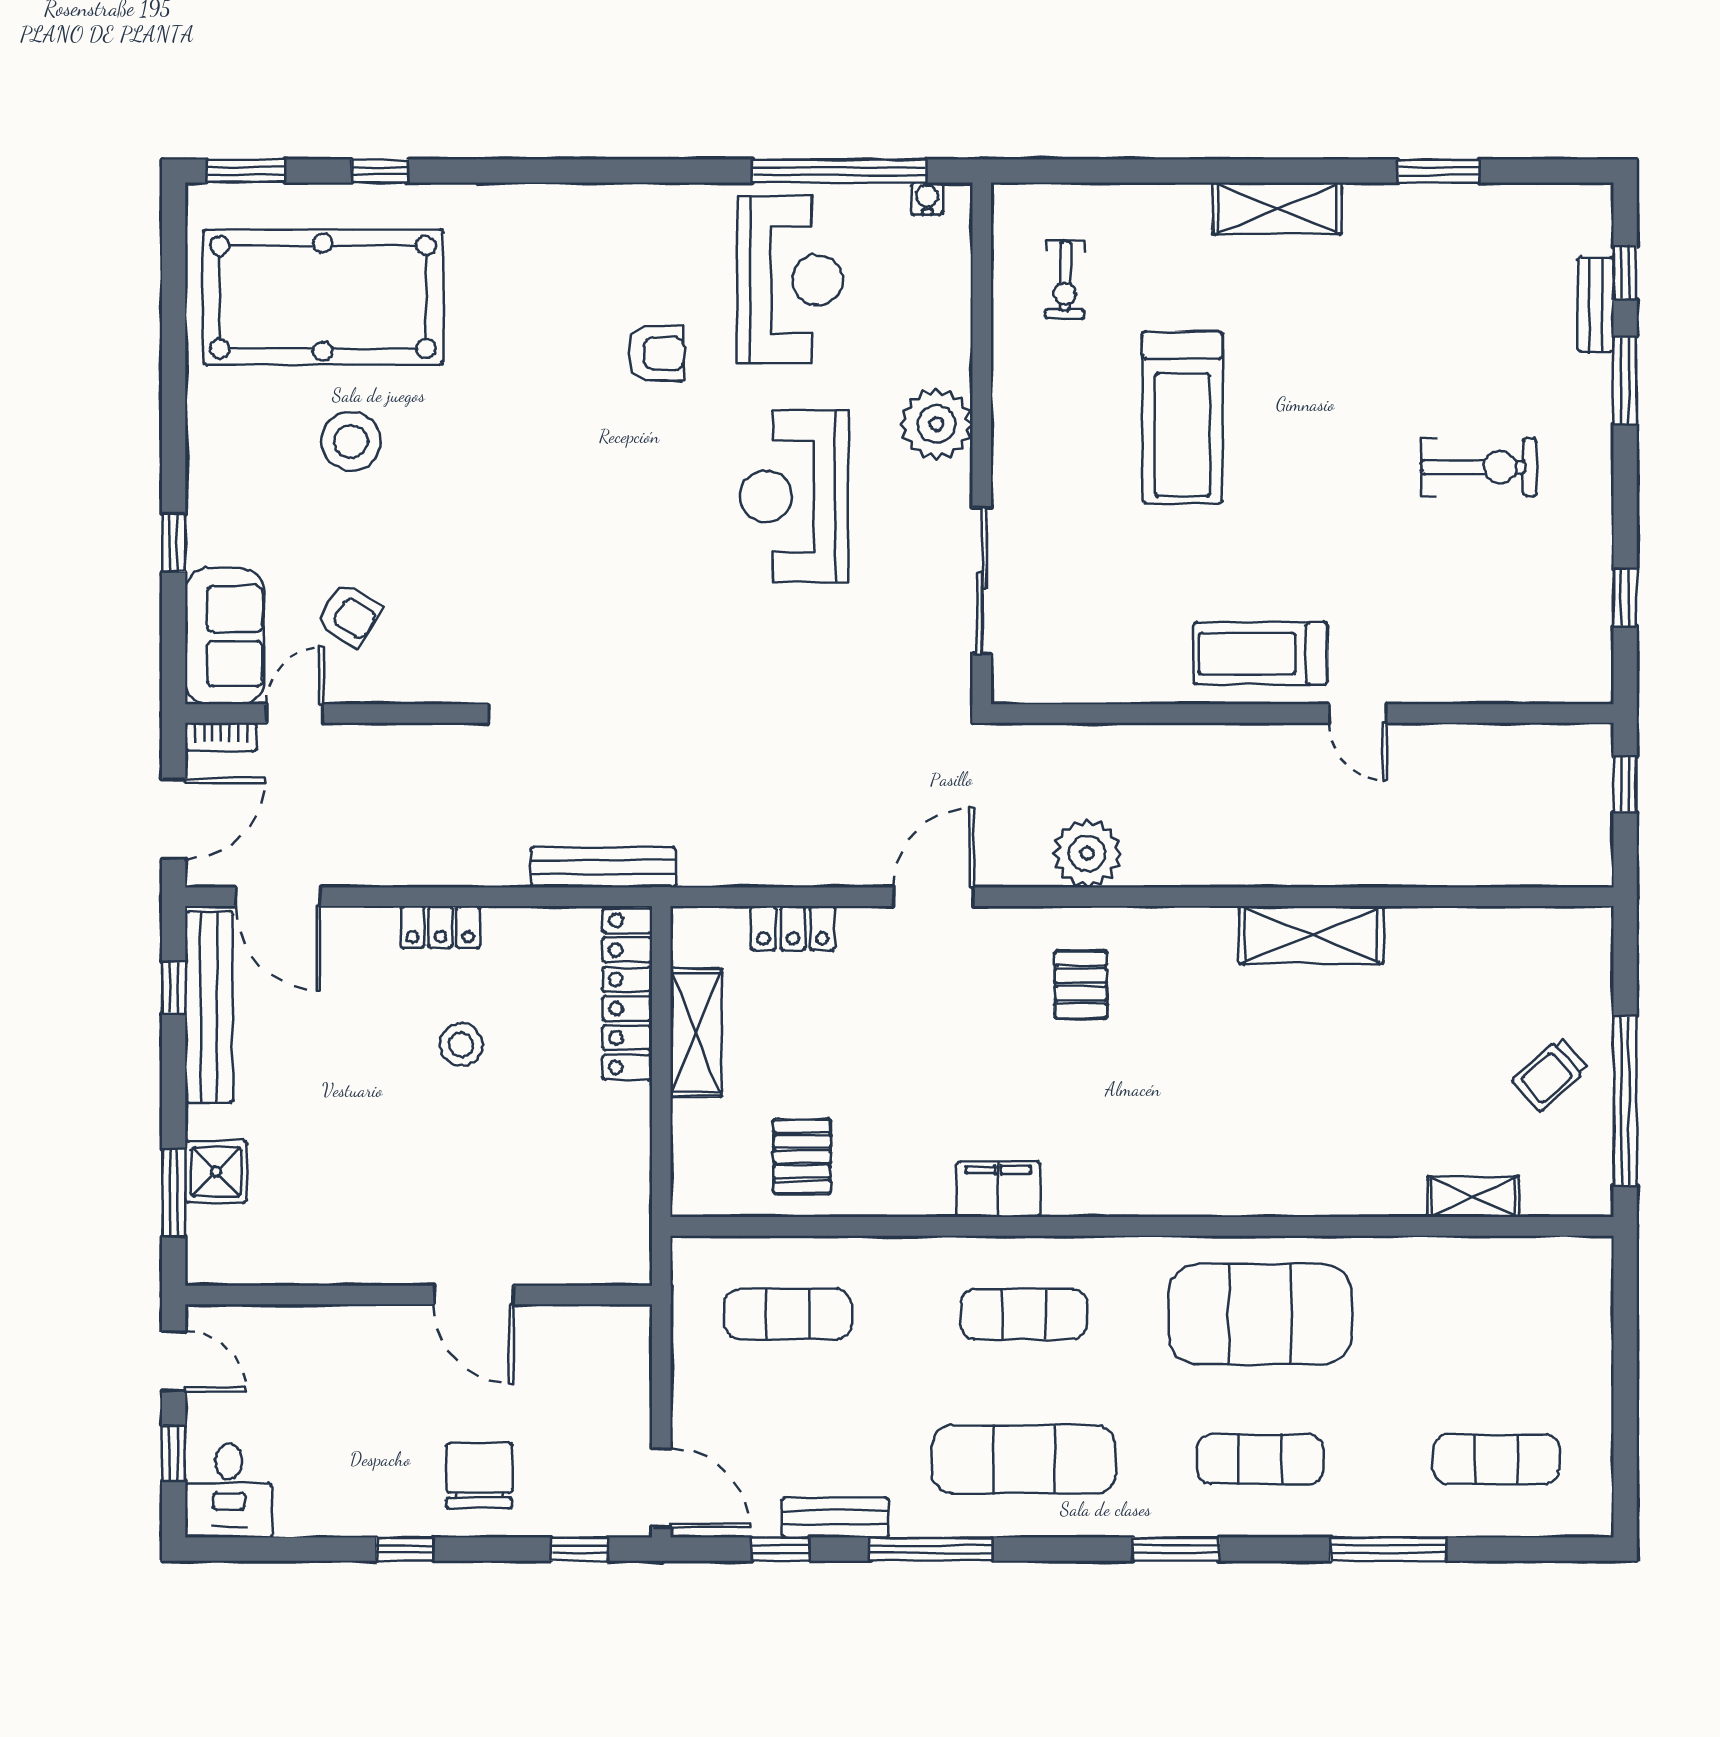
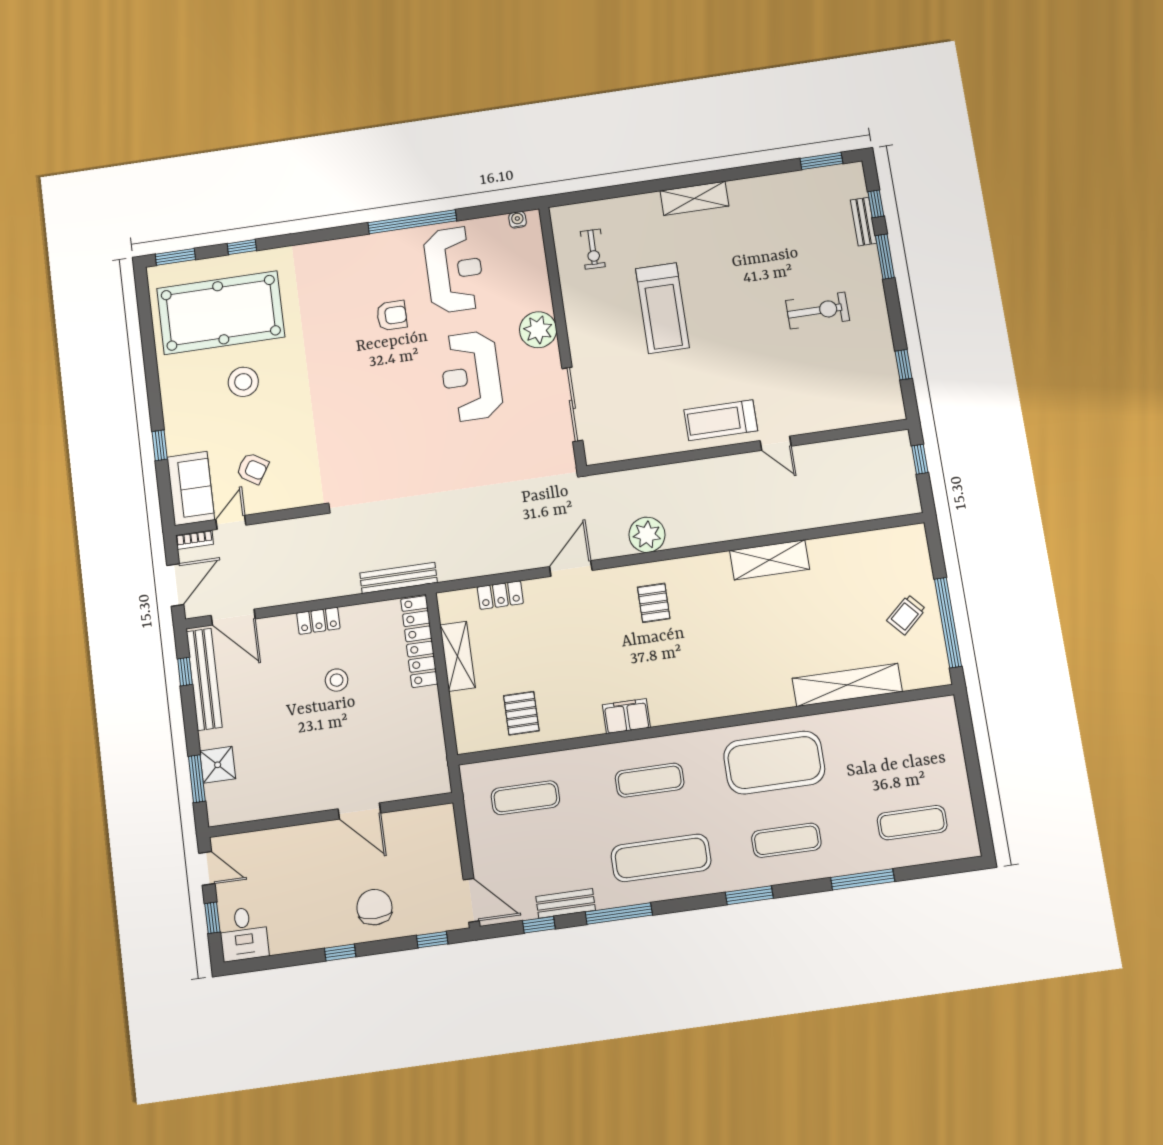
window: (839, 171) -> (412, 222), moved
window: (1439, 171) -> (821, 161), moved
shelving: (1473, 1197) -> (847, 685), width x2.20, depth x1.33

